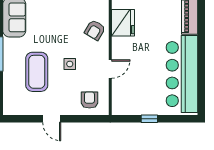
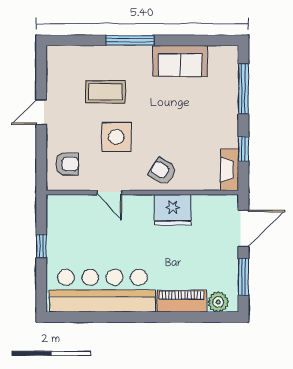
side table: (70, 64) -> (116, 137), width x1.87, depth x1.87
coffee table: (37, 72) -> (106, 92), width x0.73, depth x0.76

